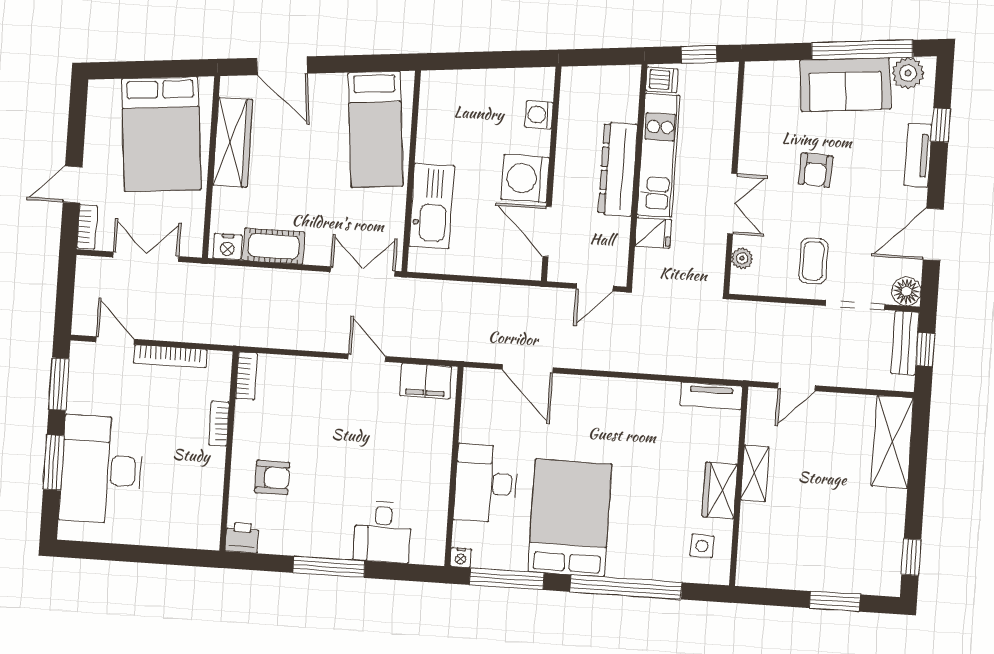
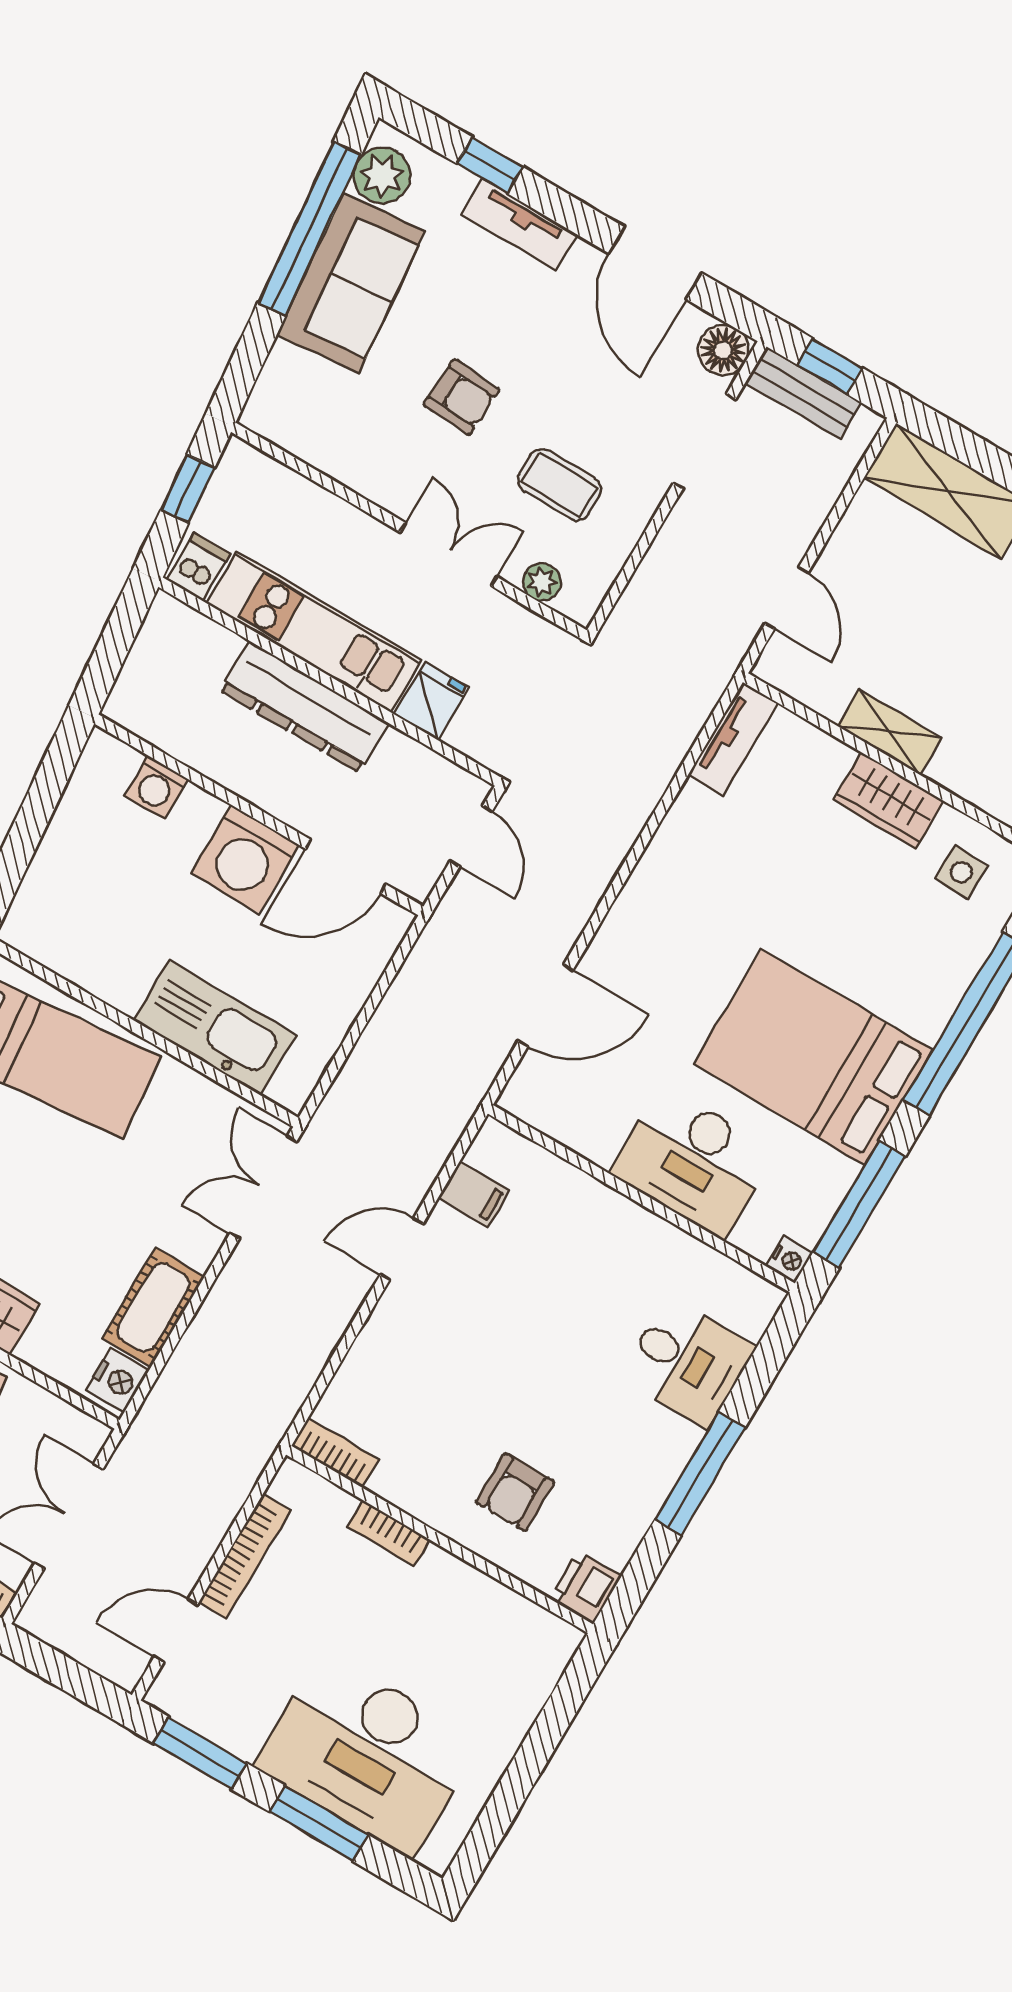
coffee table: (813, 261) -> (560, 484), moved
filing cabinet: (426, 381) -> (474, 1194), width x0.50
armchair: (272, 478) -> (515, 1492), turned 180

